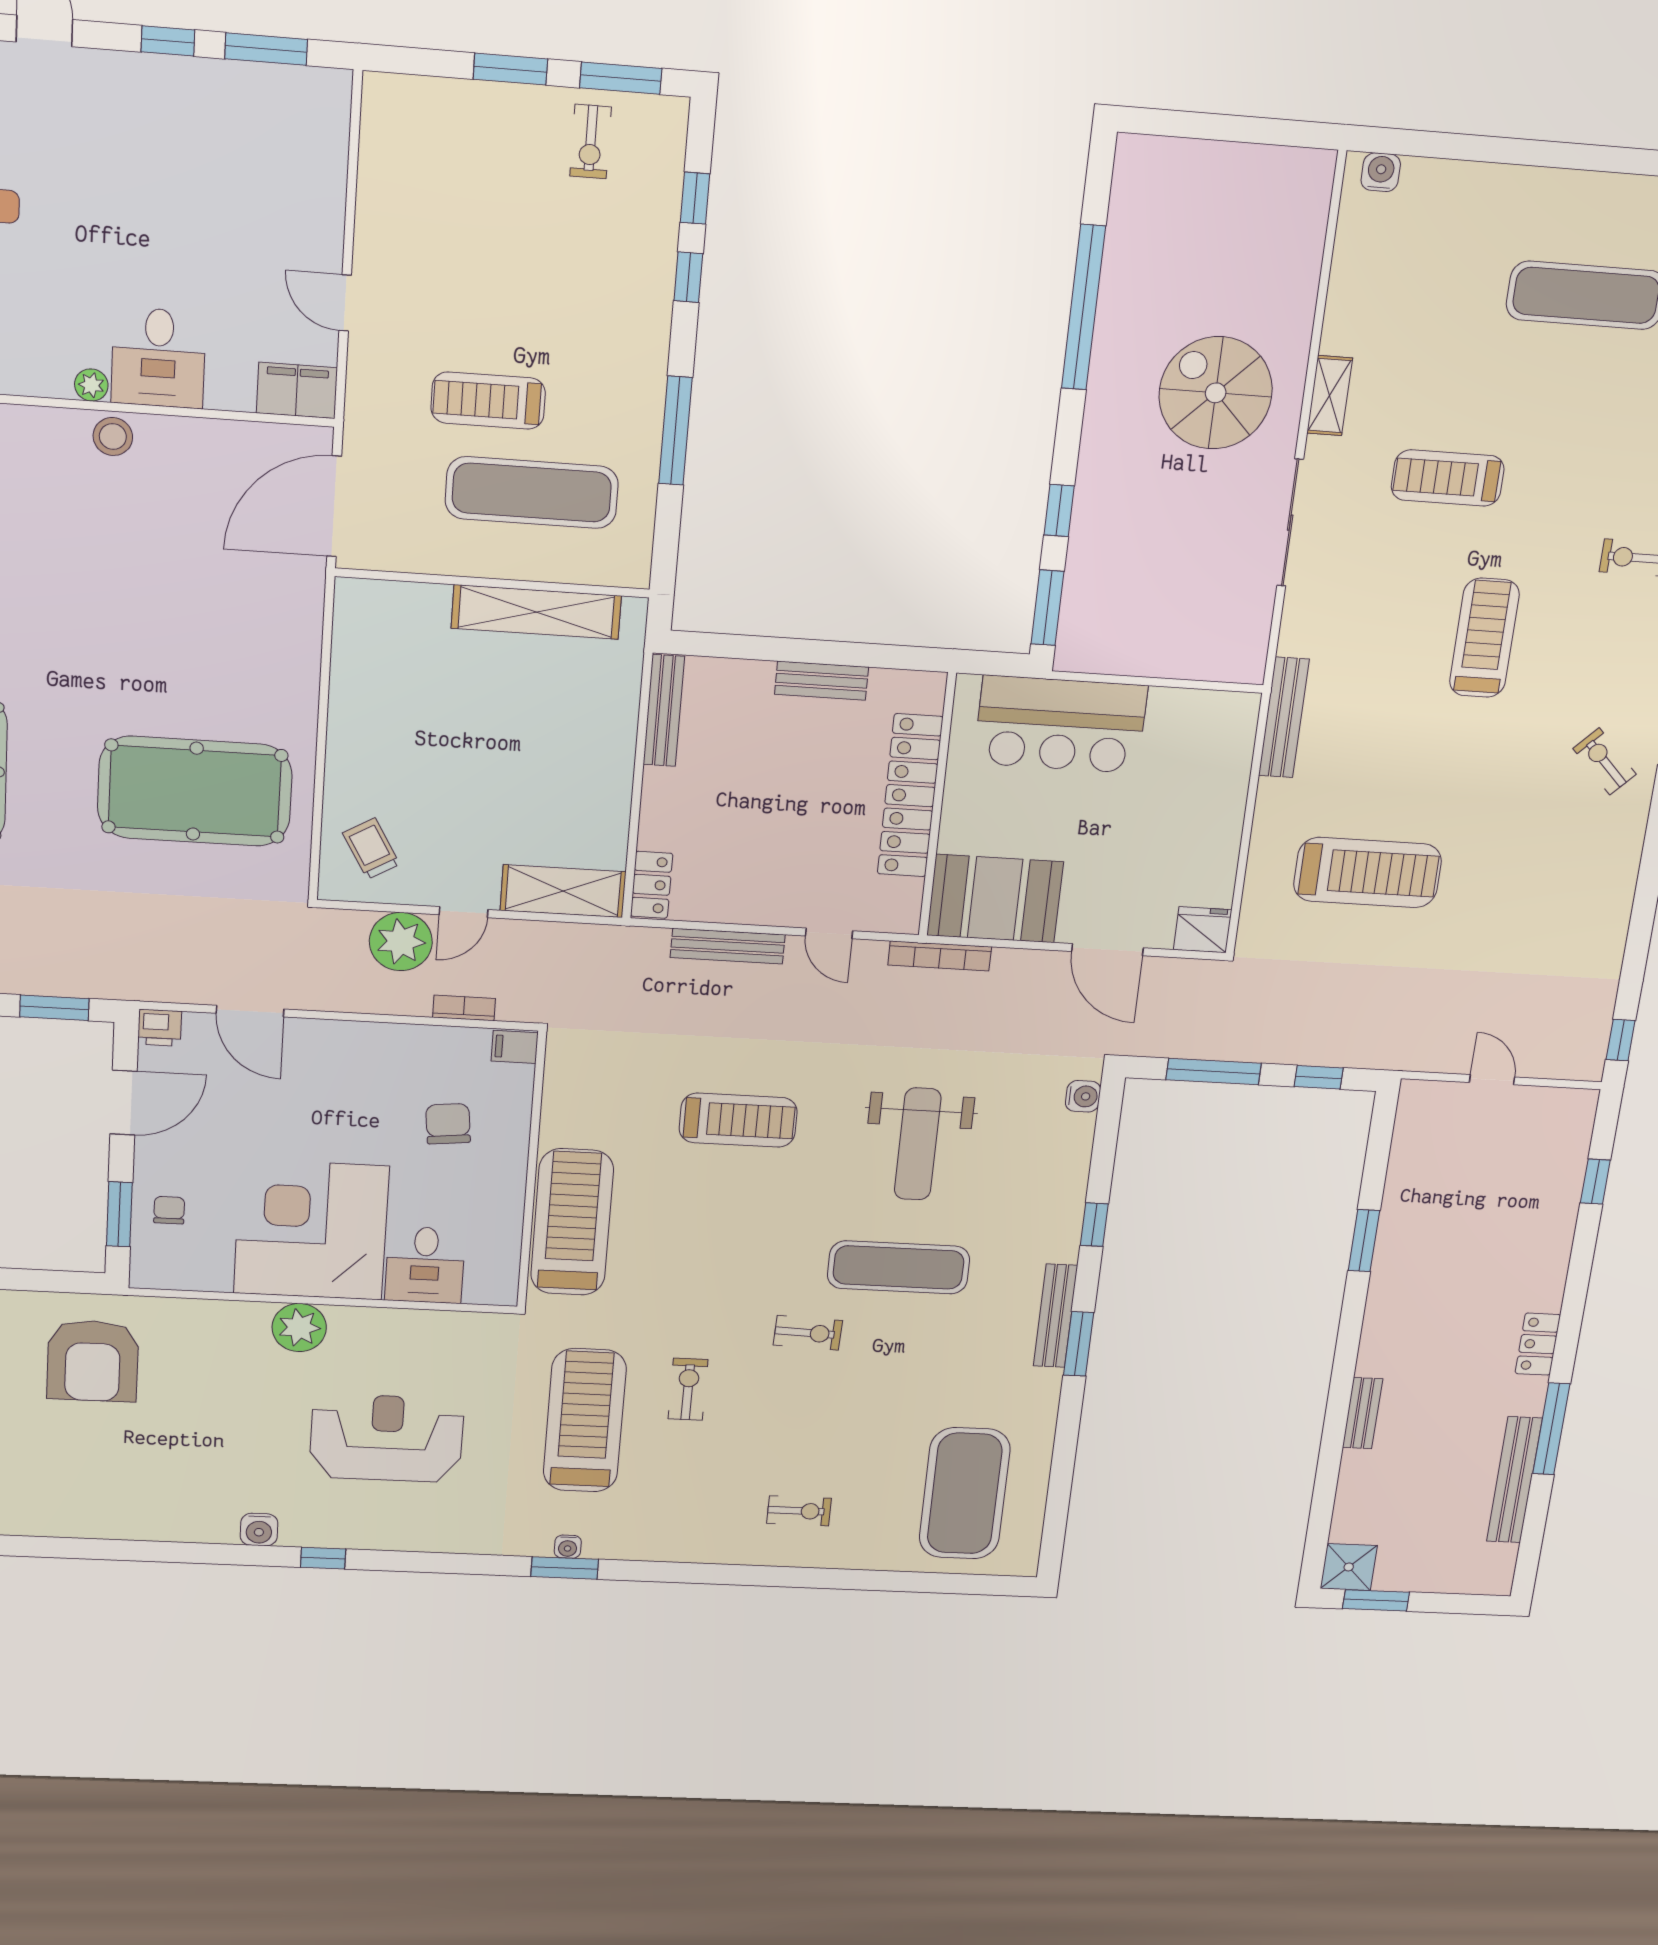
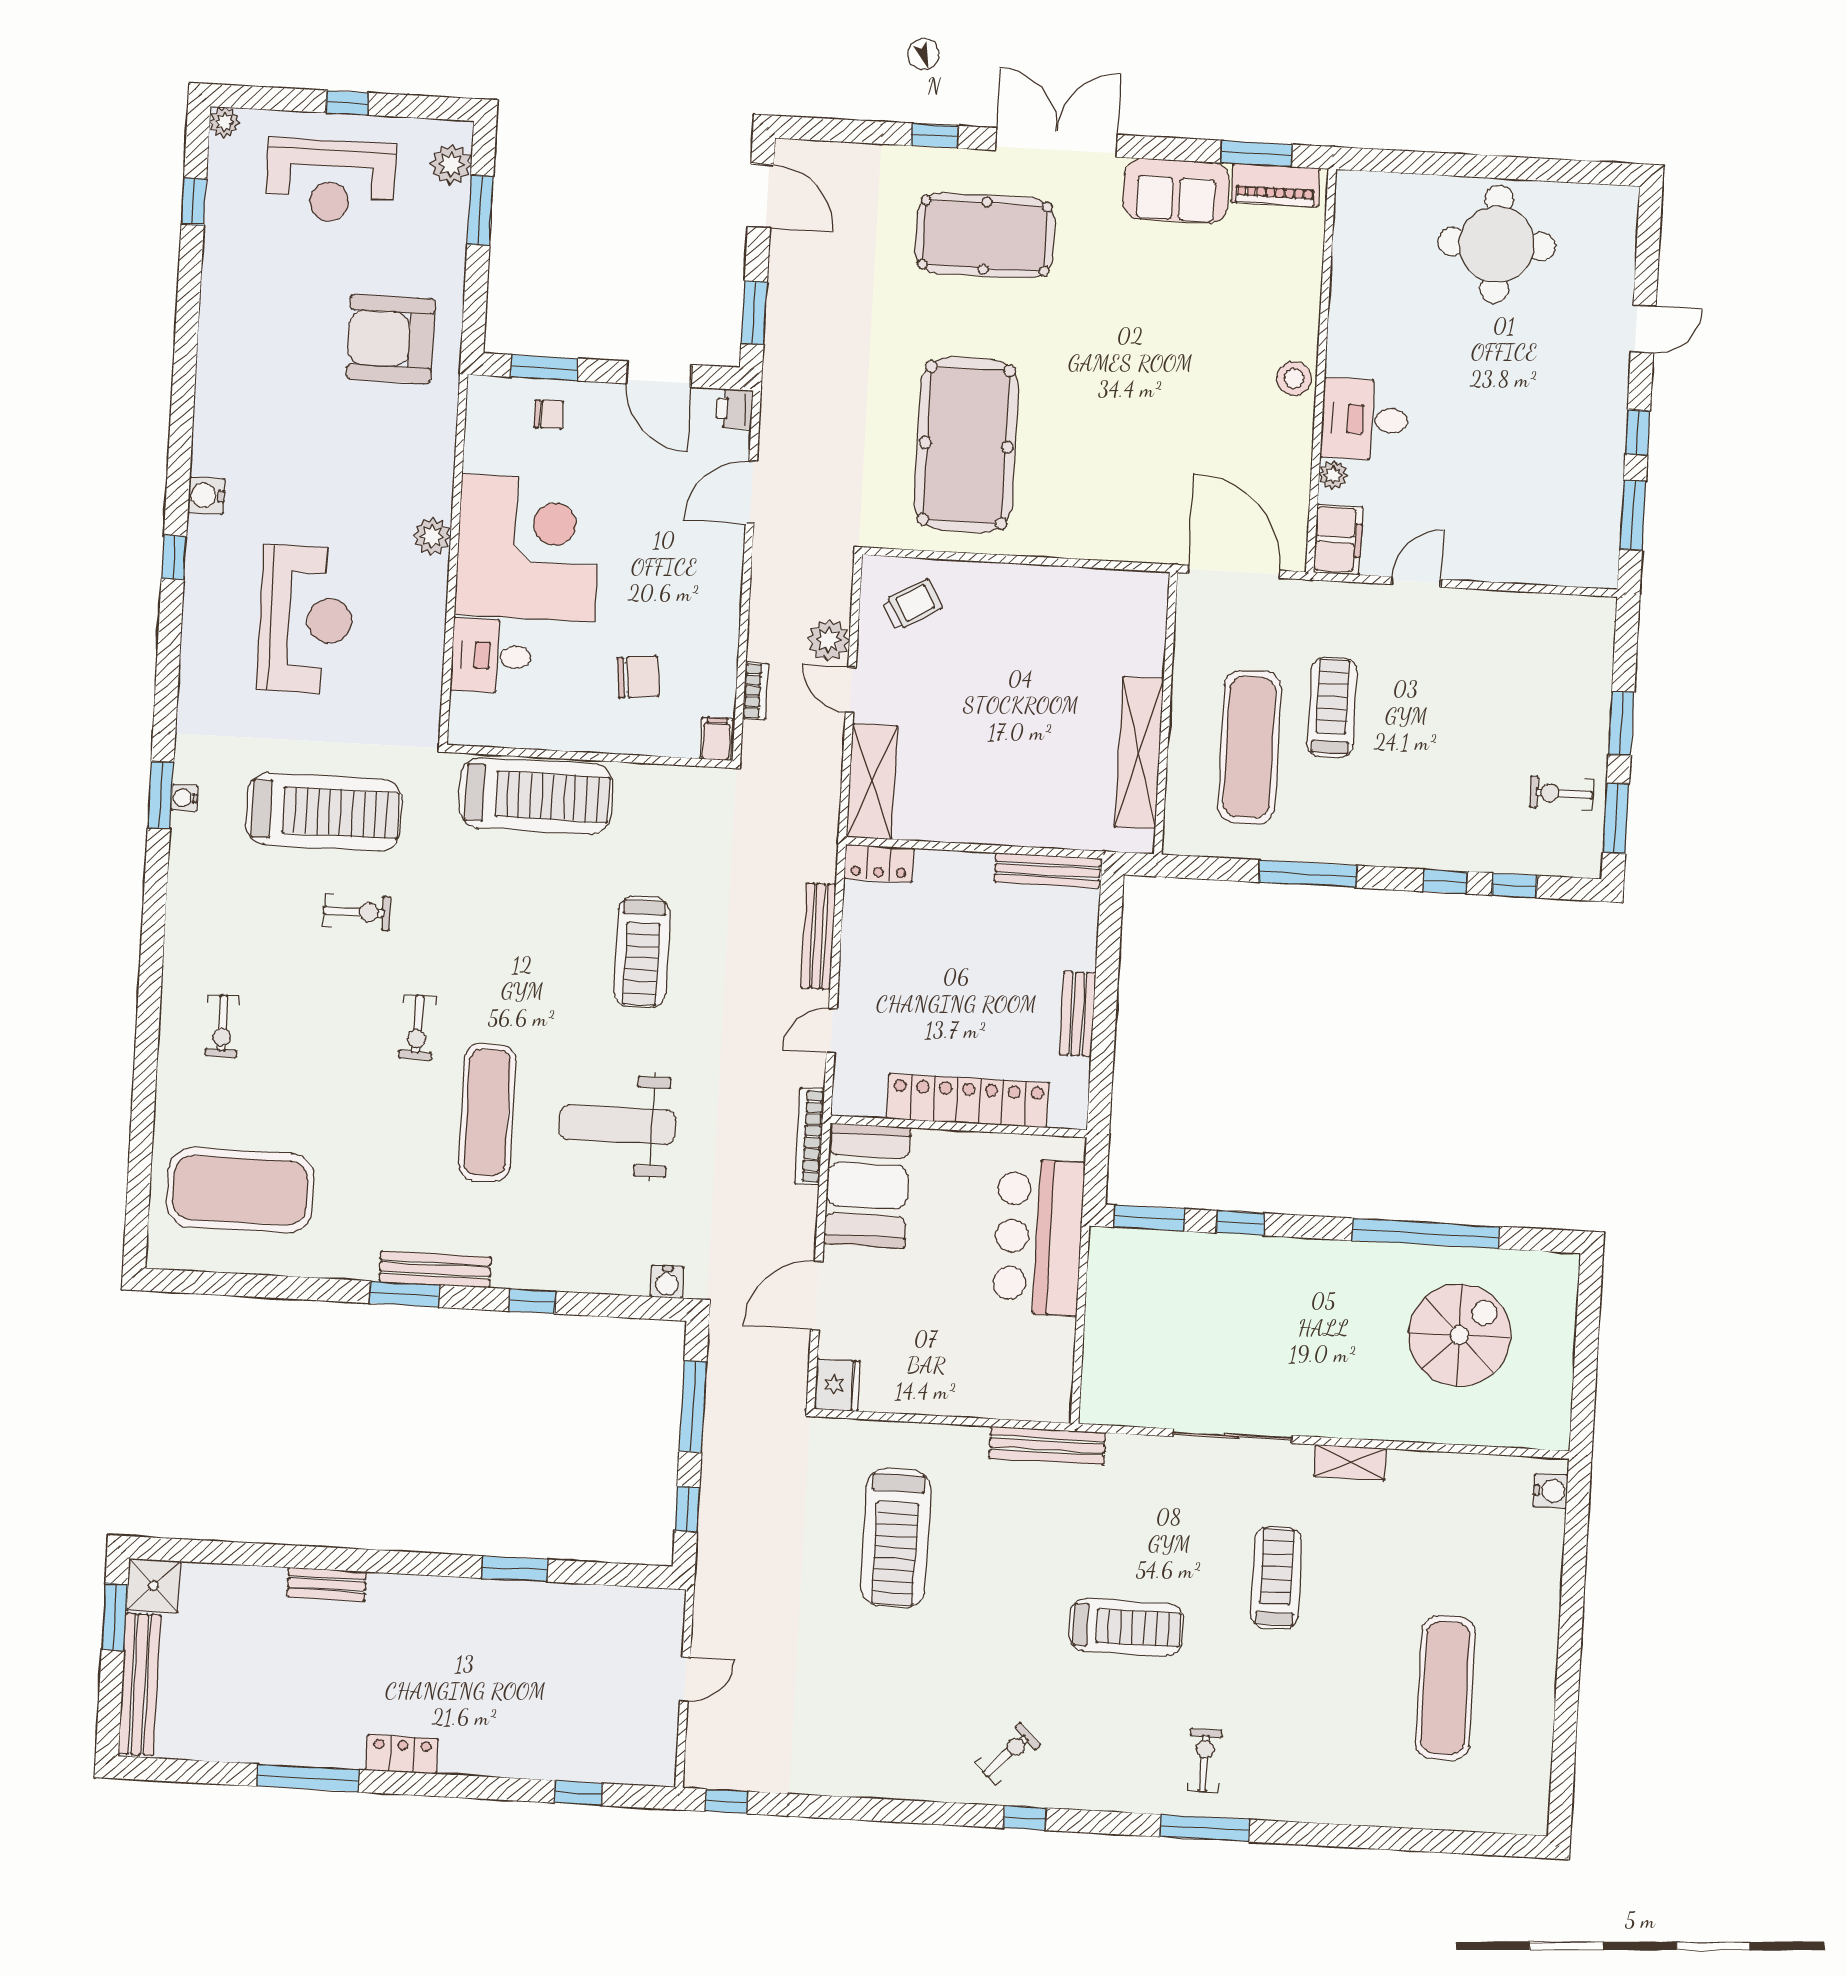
plant: (91, 385) -> (1333, 475), moved
spiral stairs: (1216, 393) -> (1459, 1335), moved
plant: (401, 942) -> (829, 640), width x0.73, depth x0.73
plant: (299, 1328) -> (432, 536), width x0.73, depth x0.73
bench: (1514, 1480) -> (140, 1684), moved, turned 90

